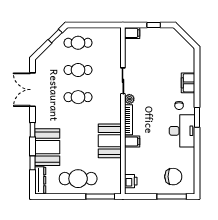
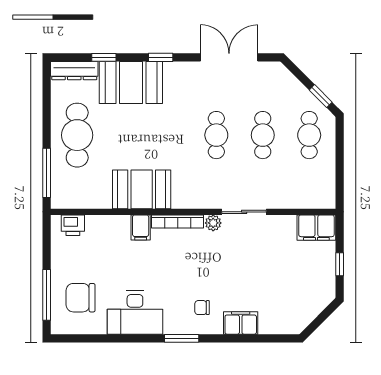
filing cabinet: (132, 33) -> (316, 228), width x2.00
desk: (182, 131) -> (135, 313), moved
chair: (173, 177) -> (81, 298), turned 90

